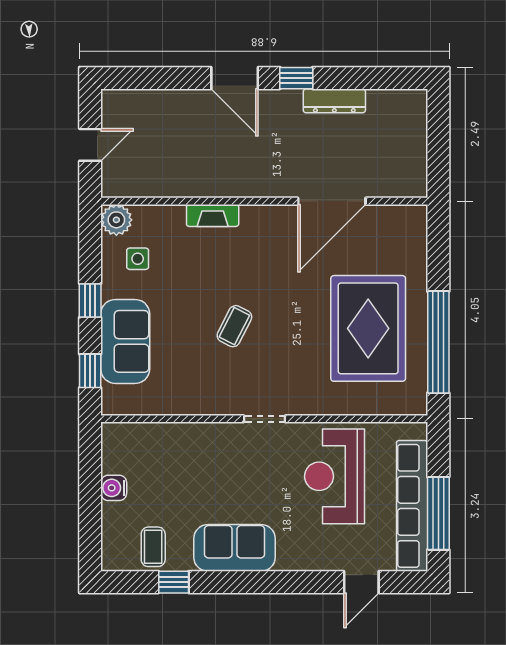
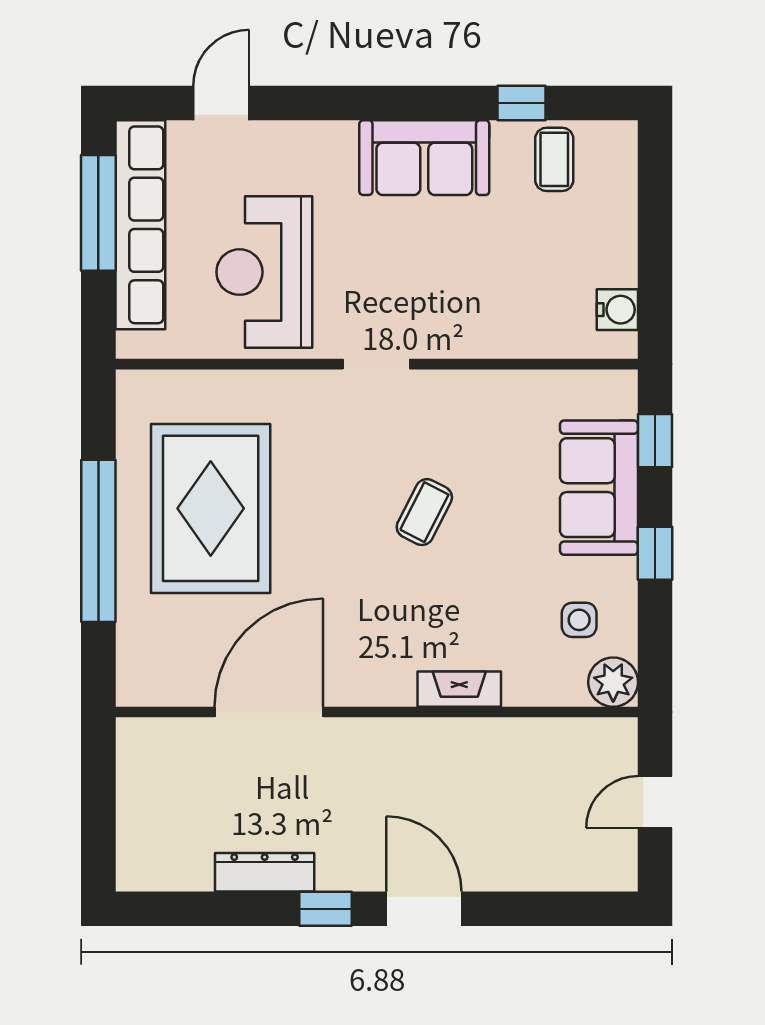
window: (438, 342) -> (98, 541), moved
reception desk: (335, 476) -> (264, 272), turned 180
water cooler: (114, 488) -> (617, 310), moved

